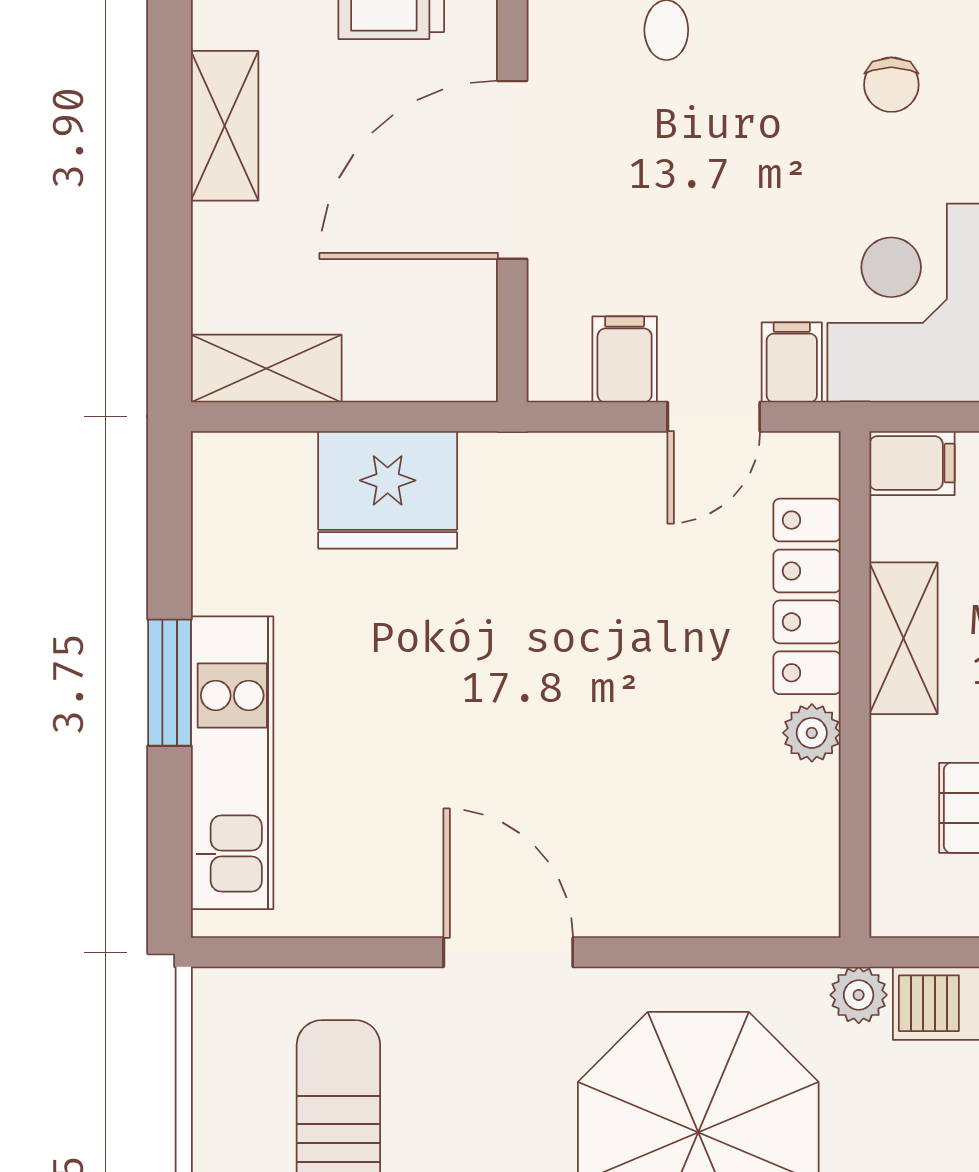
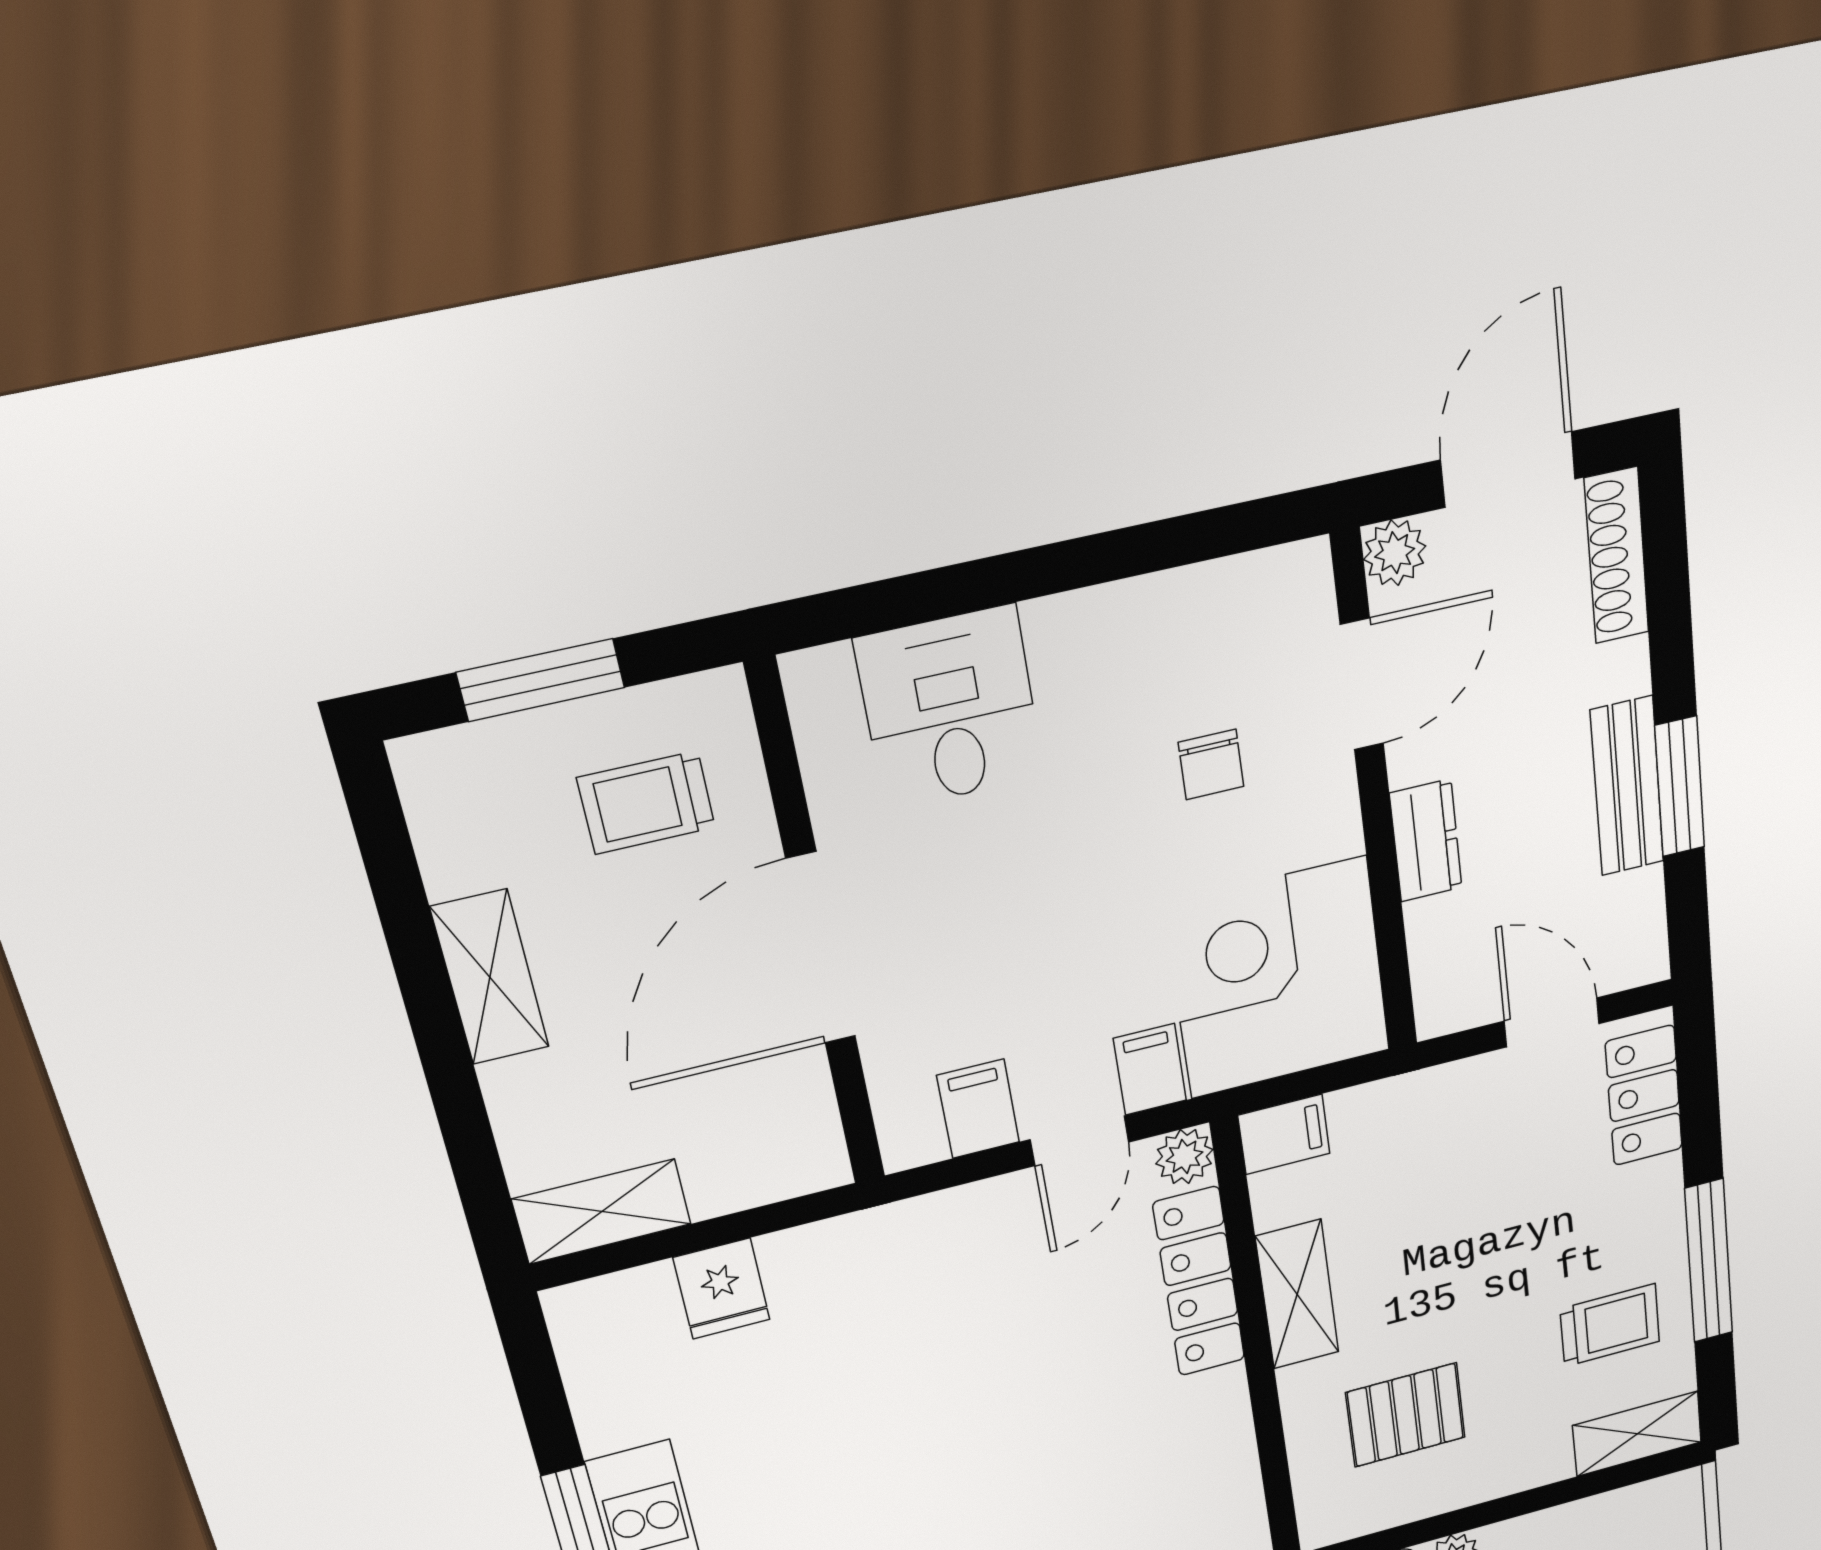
fridge: (388, 490) -> (722, 1289), width x0.53, depth x0.75
plant: (812, 733) -> (1184, 1157), moved

